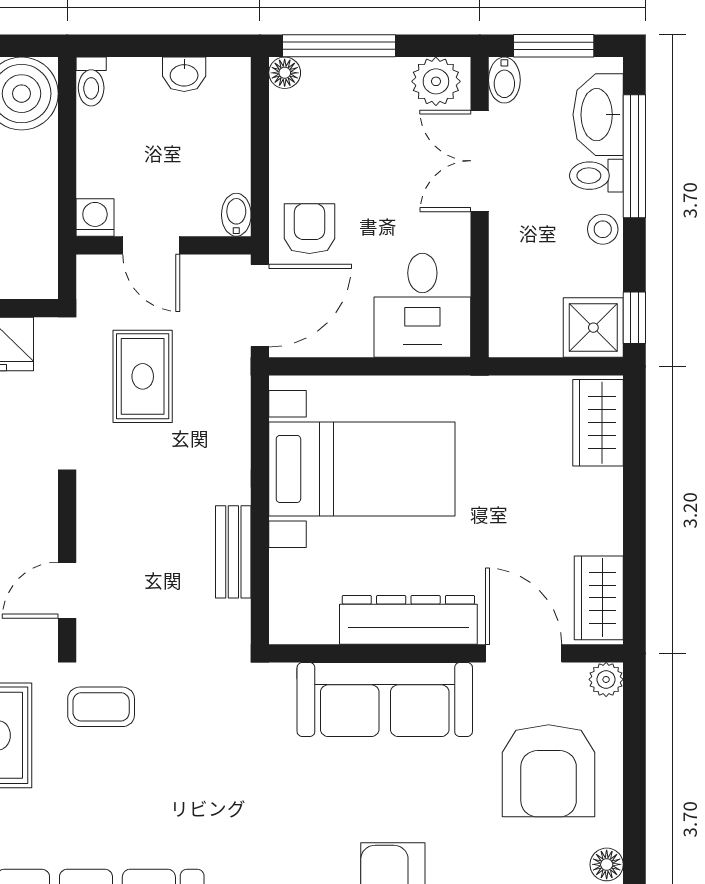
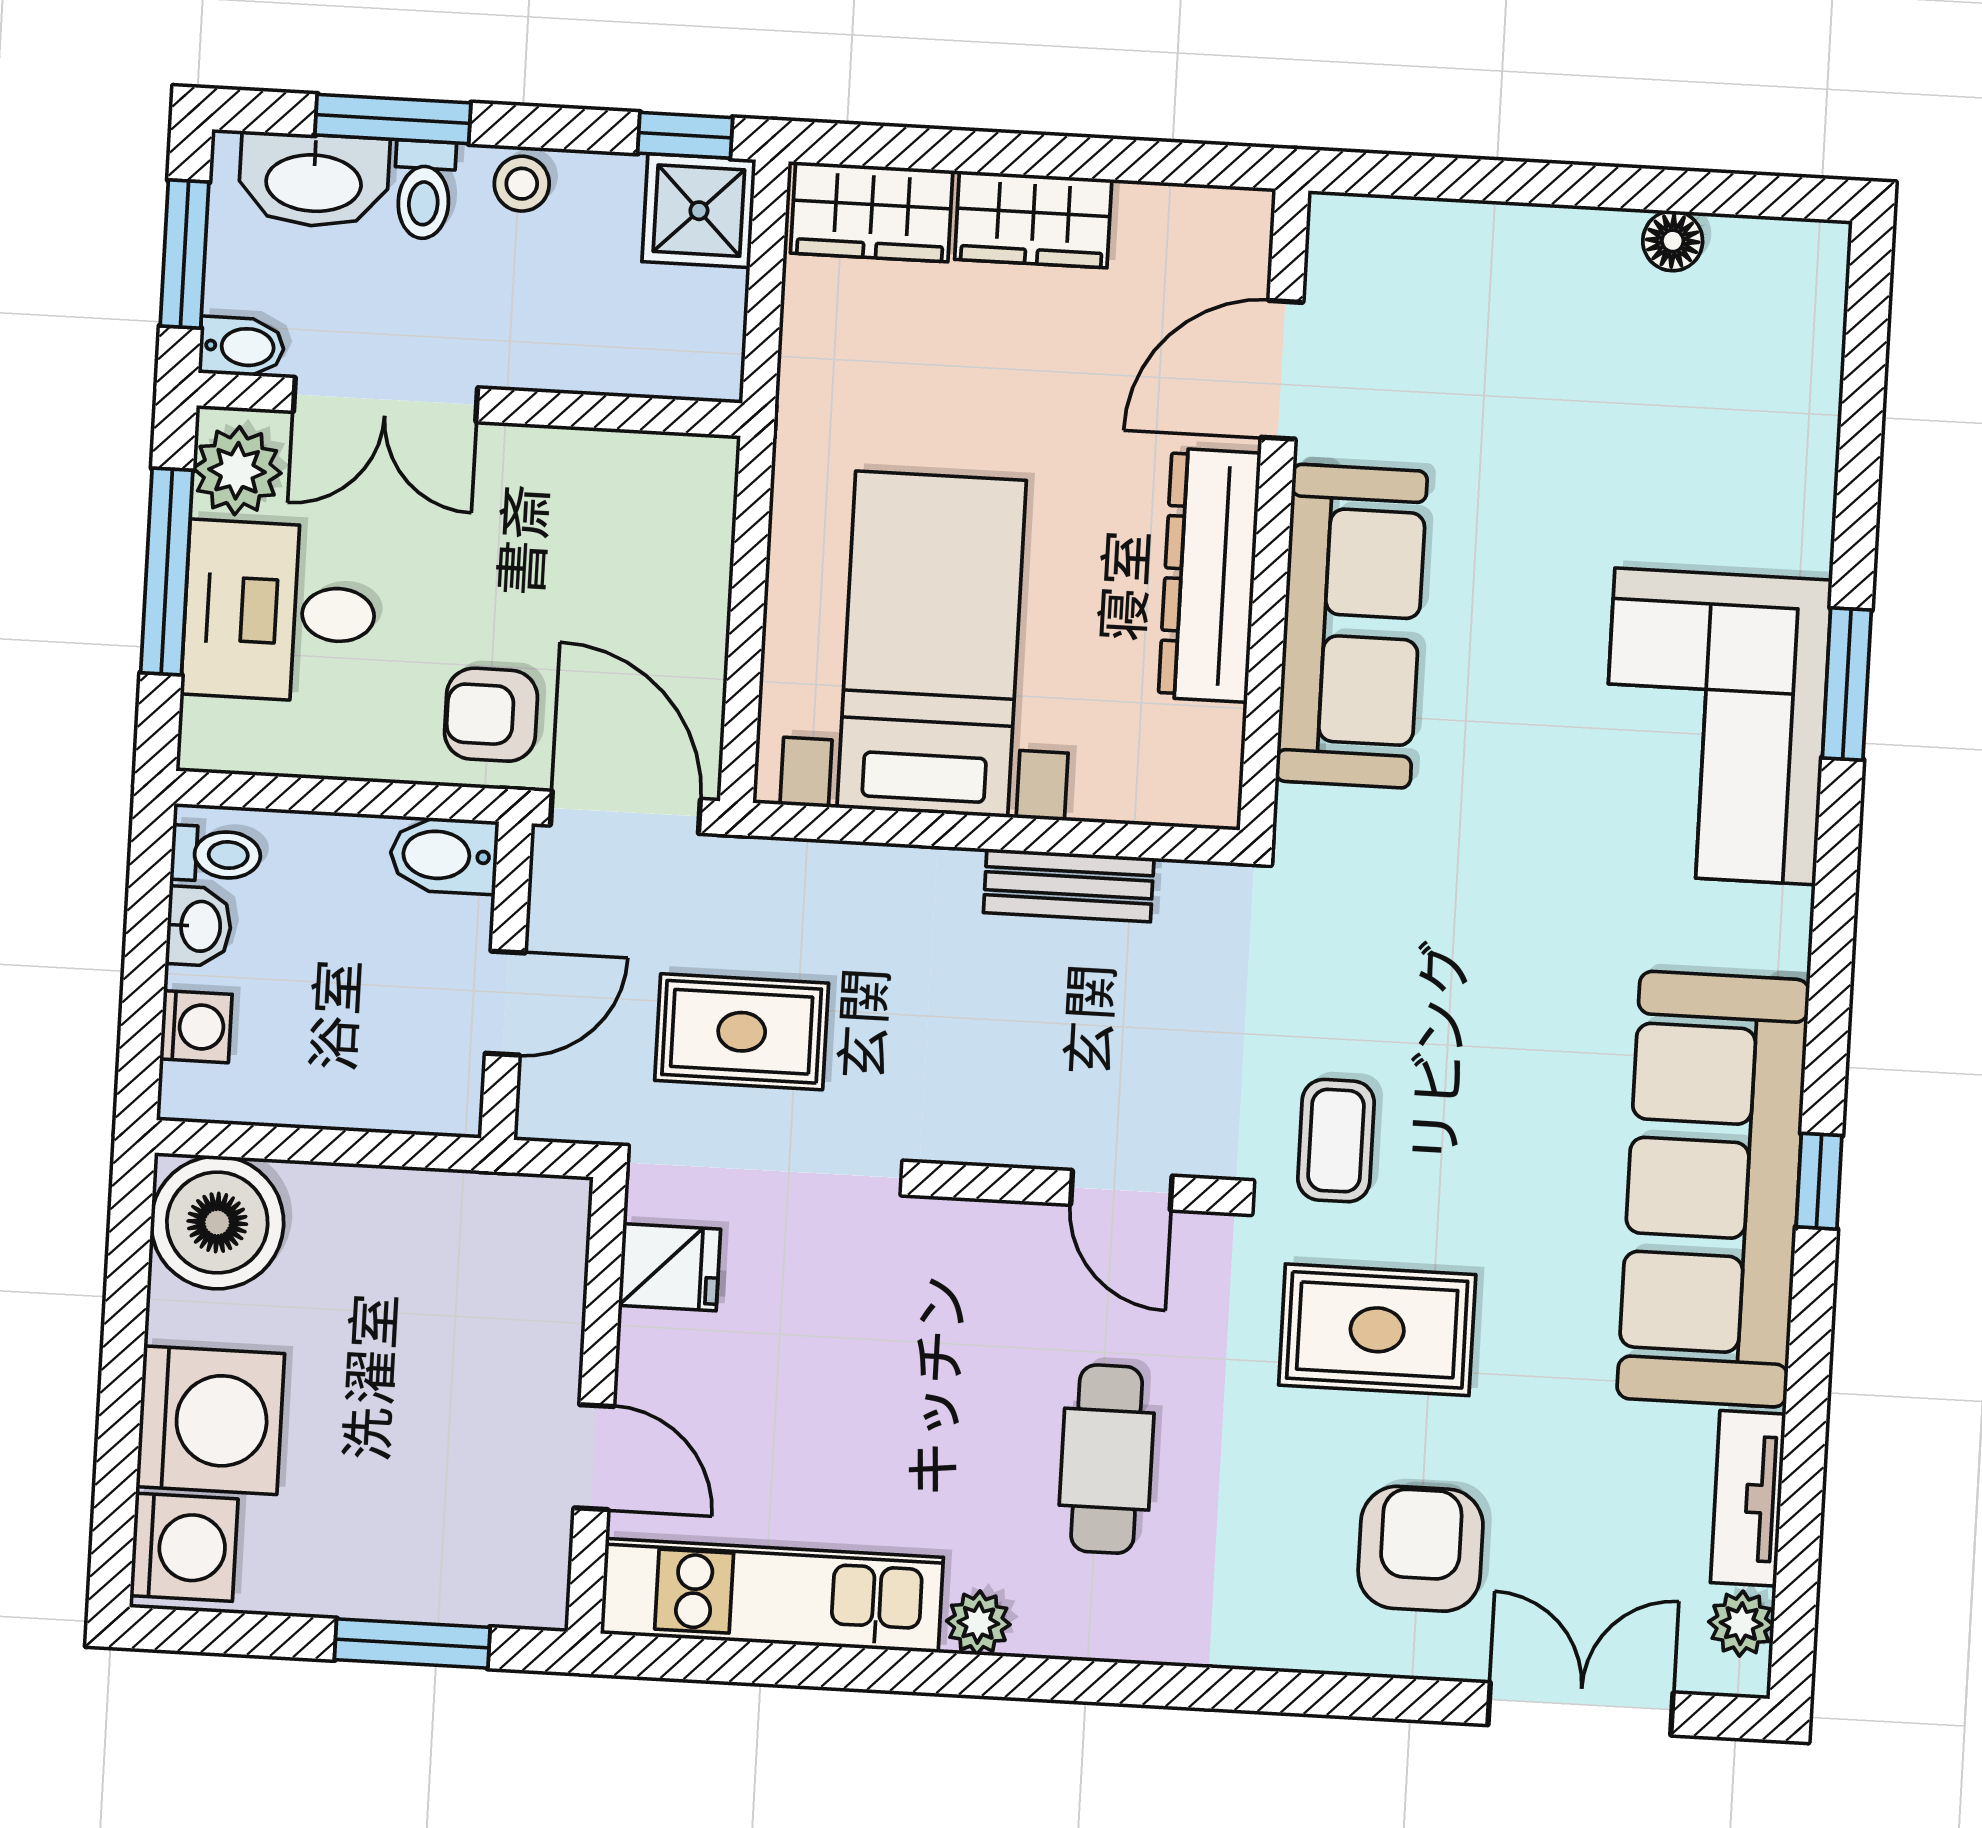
window: (339, 46) -> (167, 572), moved
floor lamp: (285, 73) -> (206, 744), removed
toilet: (91, 81) -> (216, 854), moved
window: (634, 156) -> (393, 119), width x0.69
bidet: (236, 215) -> (444, 855), width x1.38, depth x1.36
washing machine: (95, 217) -> (196, 1027), moved, turned 180
desk: (422, 305) -> (280, 612), moved, turned 180
wardrobe: (599, 598) -> (1033, 219), moved
plant: (606, 679) -> (1338, 223), removed
armchair: (549, 771) -> (1497, 337), removed

